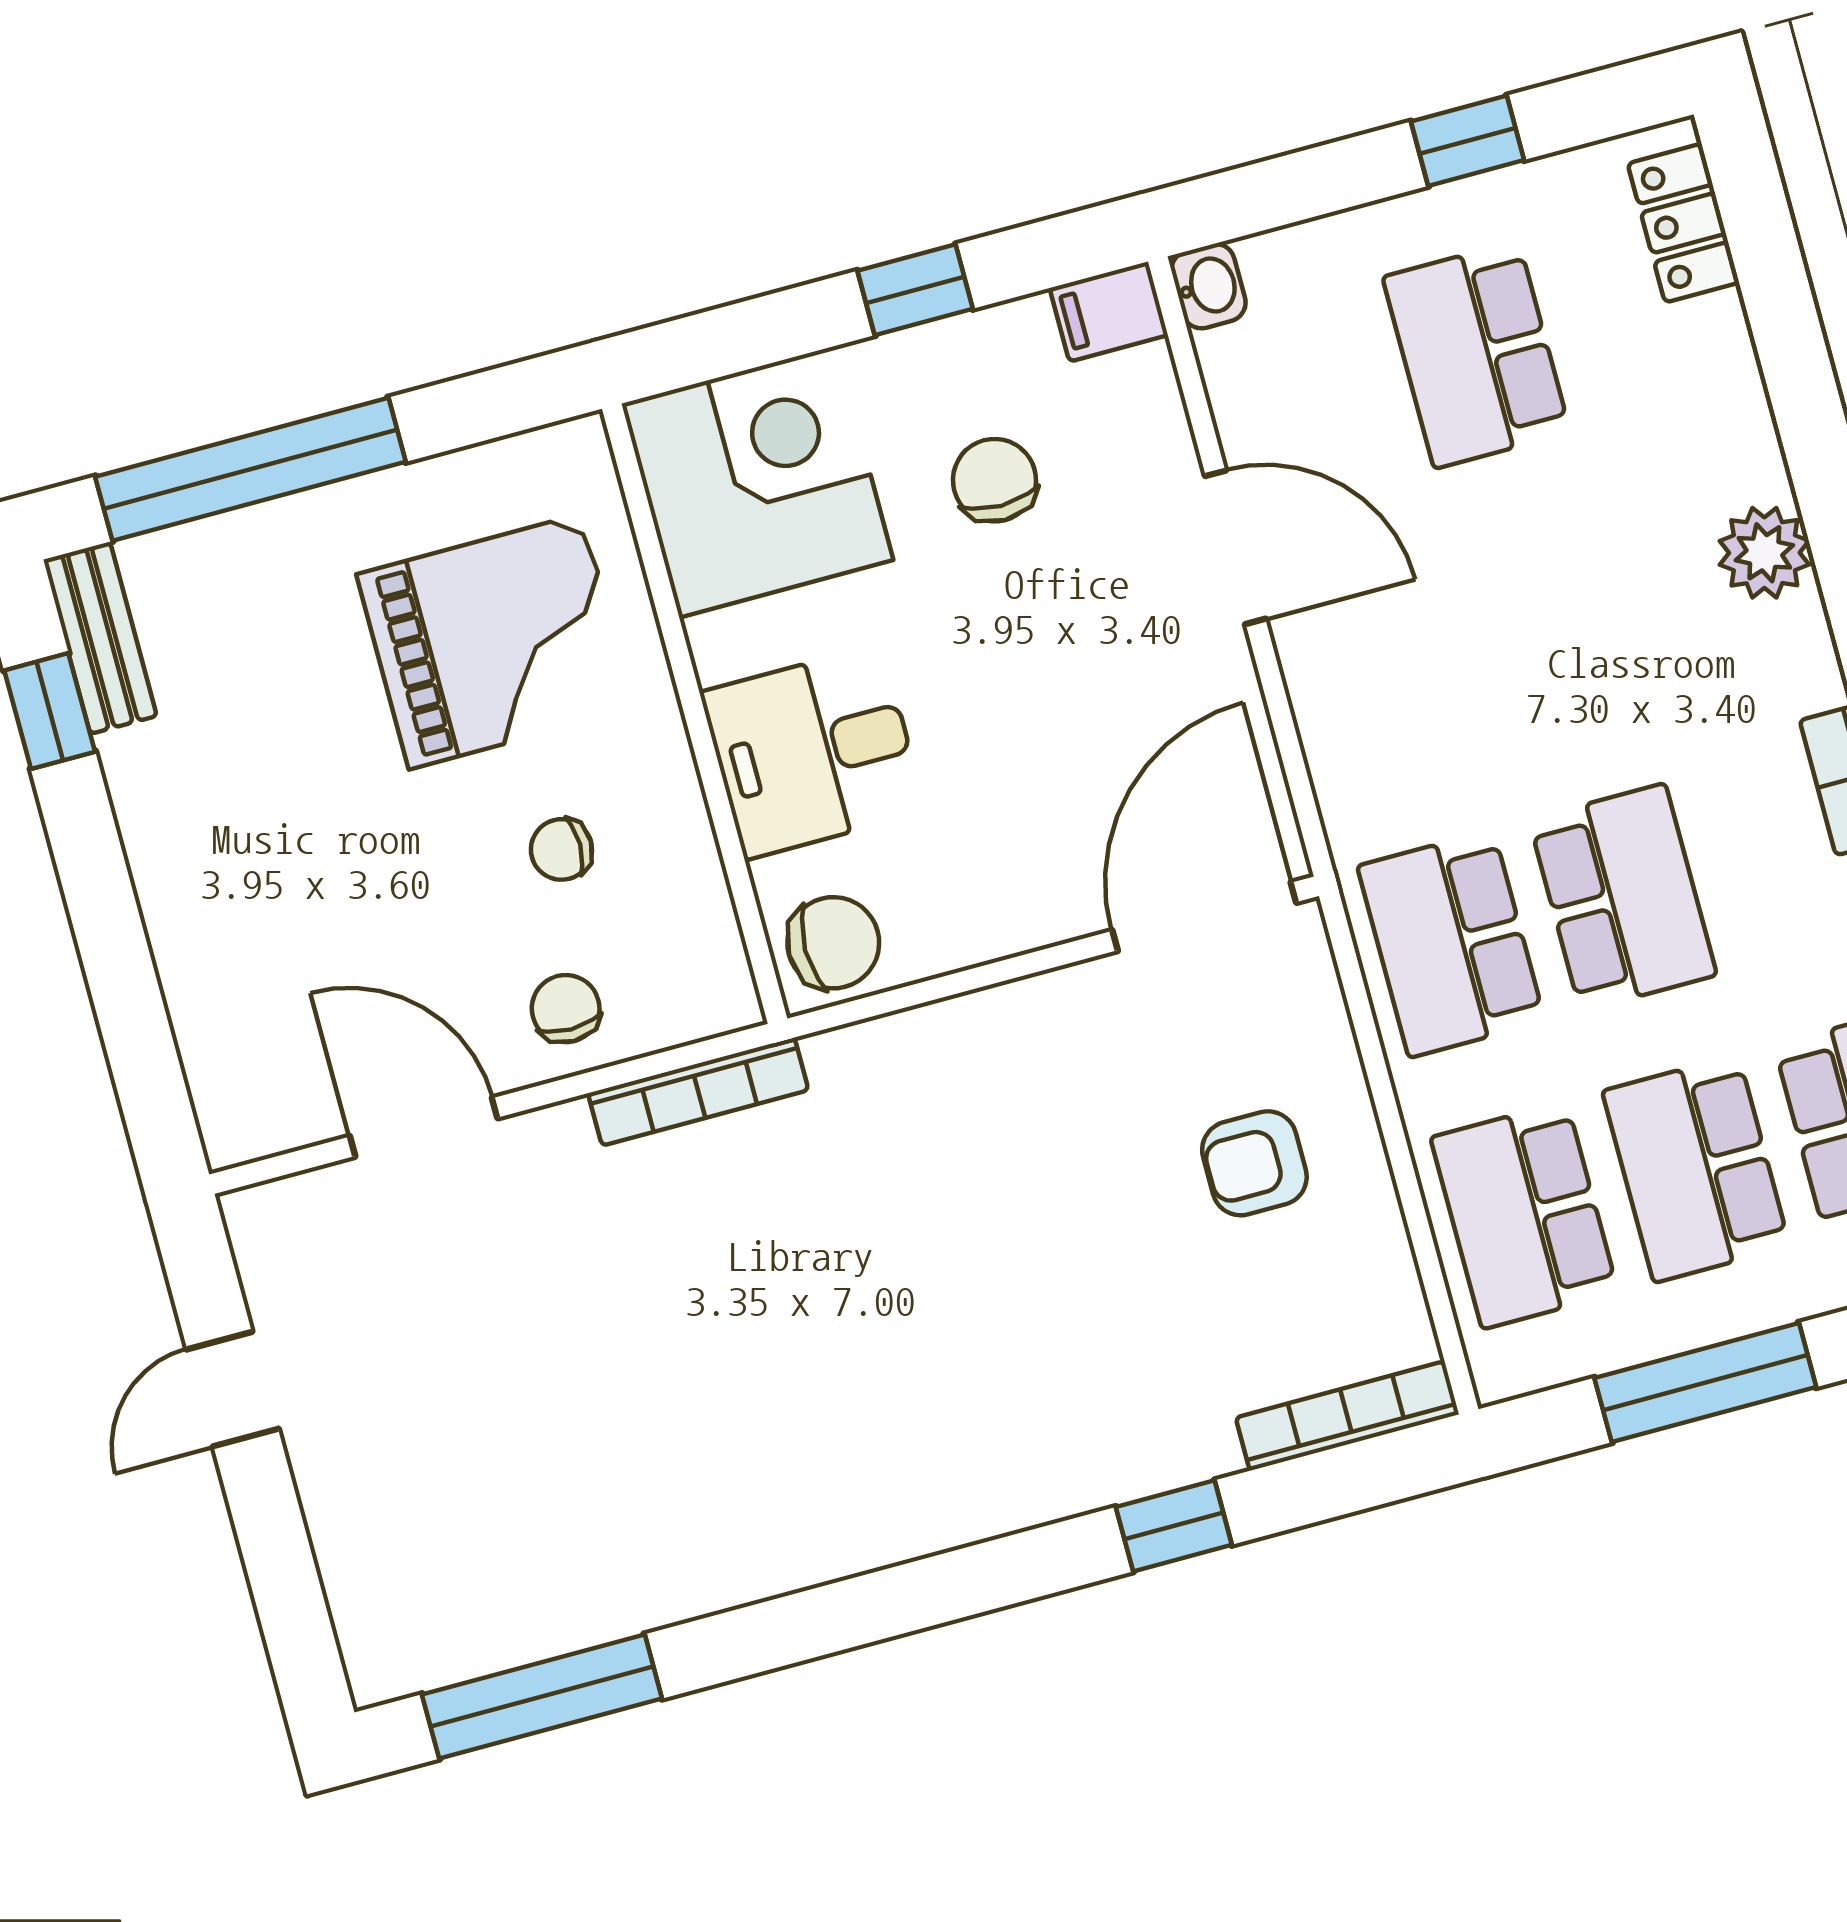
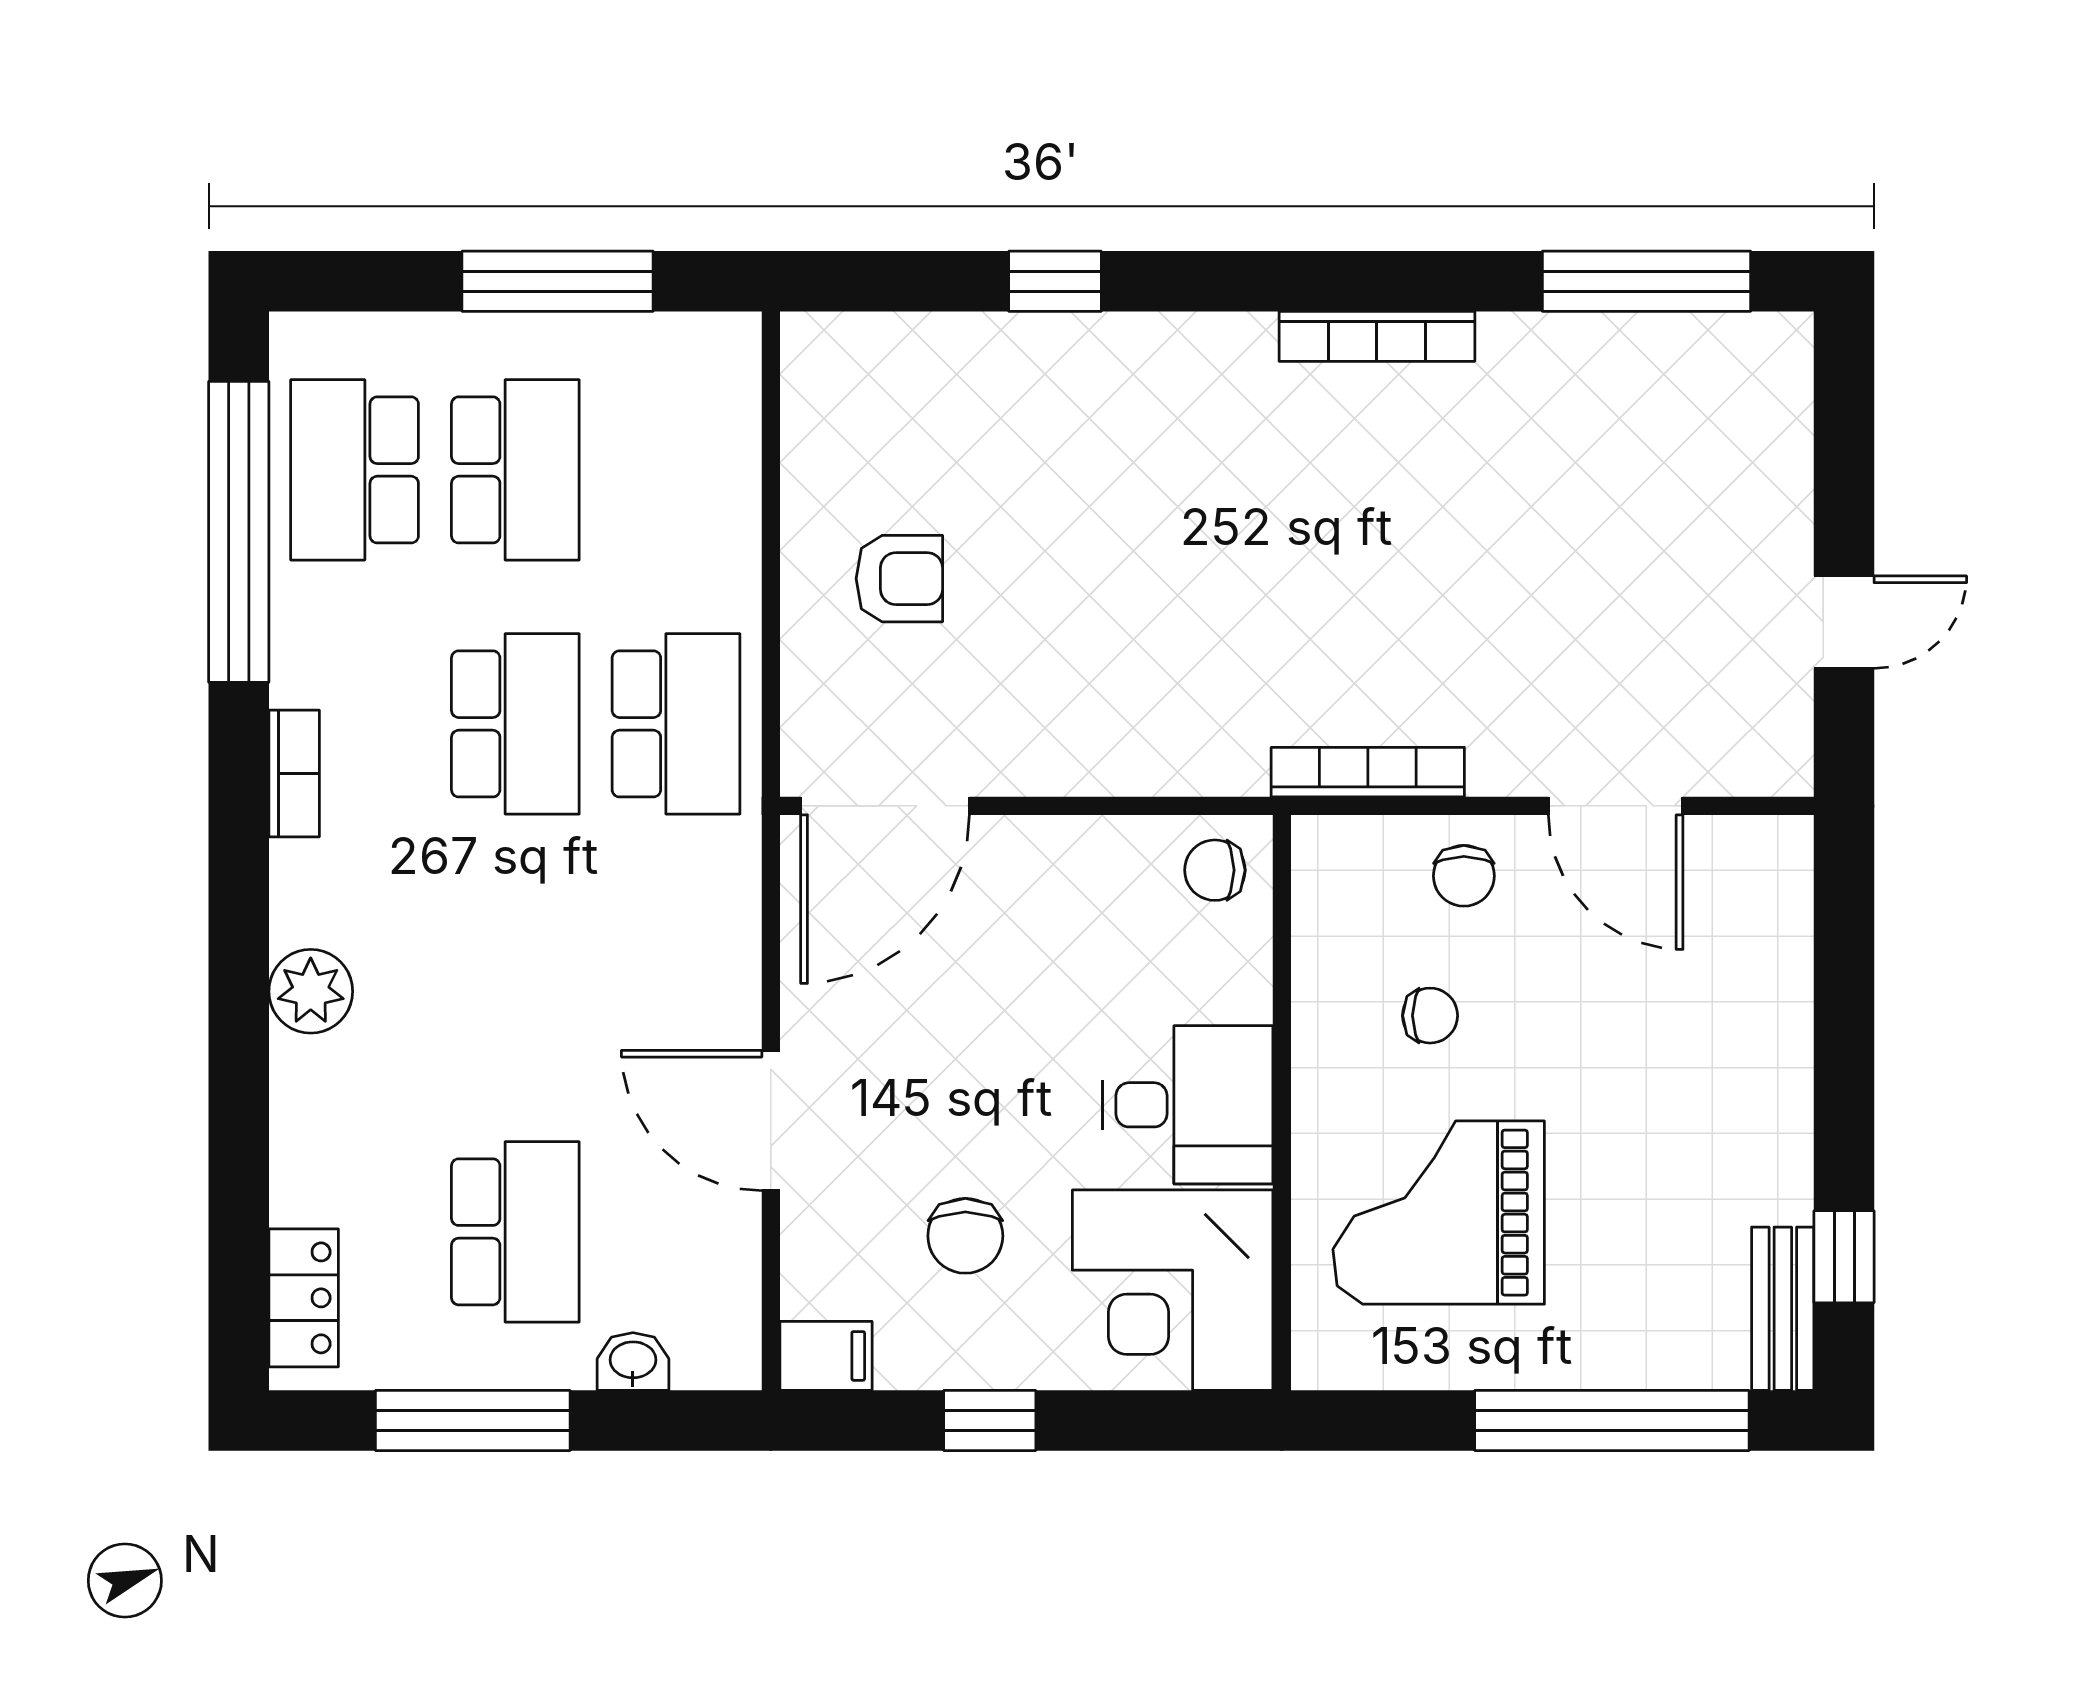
window: (1467, 141) -> (473, 1421), width x2.17
washbasin: (1209, 286) -> (633, 1362), moved, turned 90
desk: (813, 752) -> (1188, 1105), moved
school desk: (1623, 897) -> (515, 724), turned 180
chair: (833, 943) -> (1215, 870), width x0.73, depth x0.73
school desk: (1524, 1215) -> (676, 470), removed
bookcase: (1347, 1416) -> (1377, 336), moved

